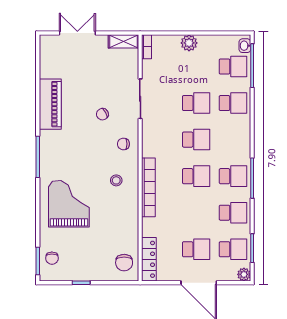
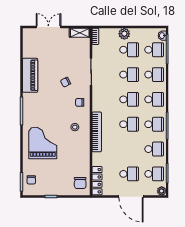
school desk: (196, 66) -> (129, 50), added
school desk: (233, 140) -> (154, 99), added

